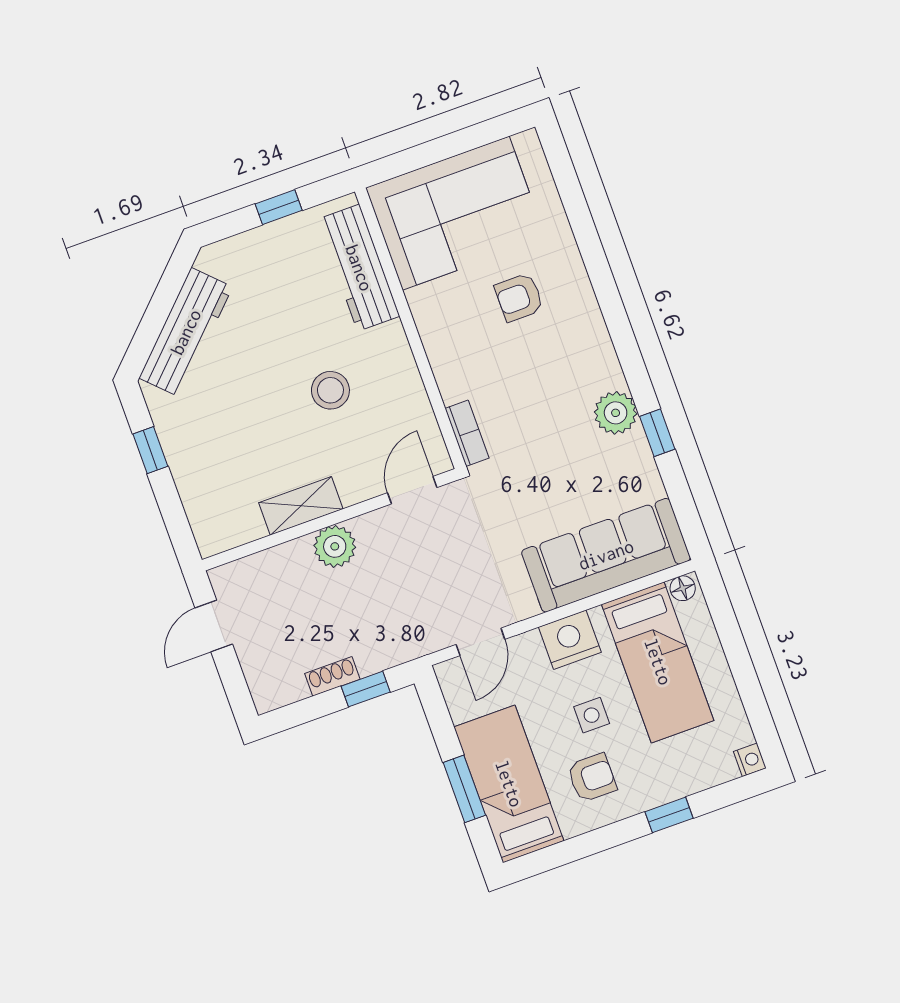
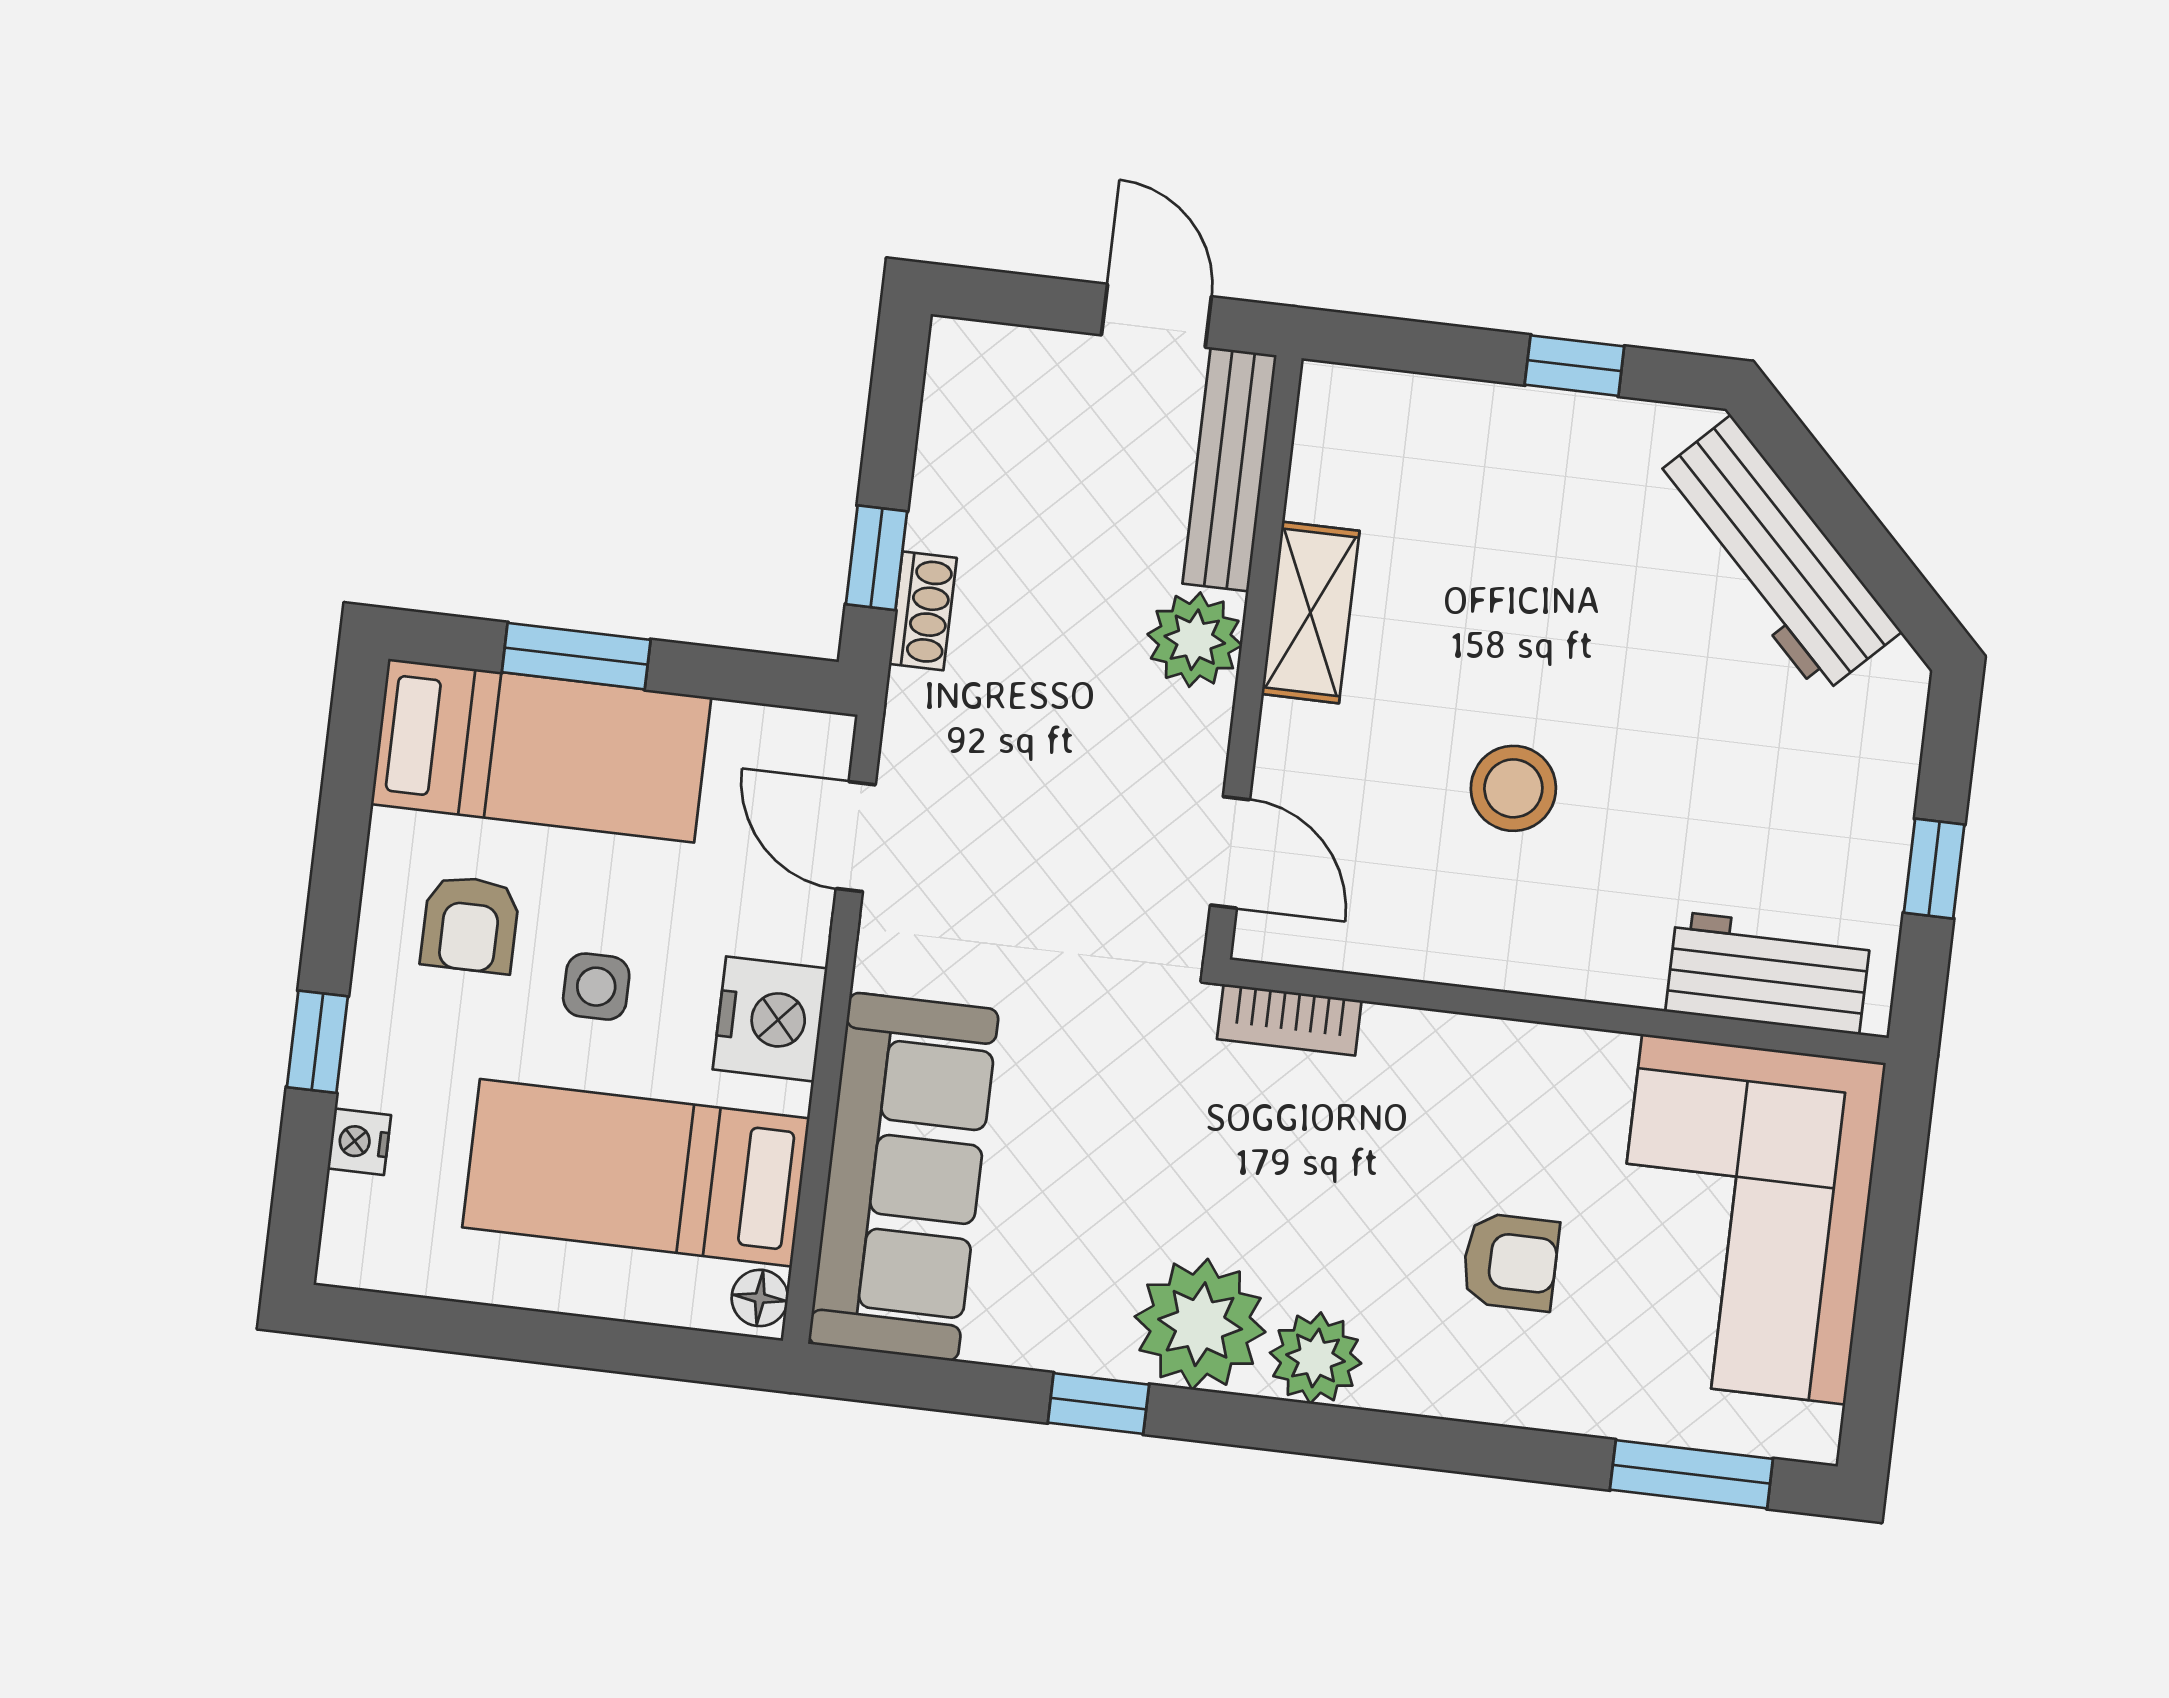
window: (567, 183) -> (1691, 1474), added
workbench: (359, 268) -> (1768, 973), width x0.73
armchair: (519, 297) -> (1510, 1262), turned 90
plant: (596, 356) -> (1316, 1358), added
plant: (616, 413) -> (1200, 1324), width x1.36, depth x1.36
bench: (260, 566) -> (1230, 469), added
shoe rack: (332, 676) -> (923, 611), moved
nightstand: (750, 760) -> (359, 1142), moved, turned 90

